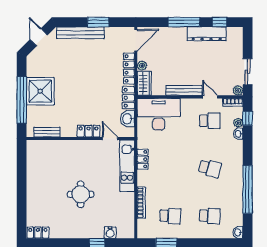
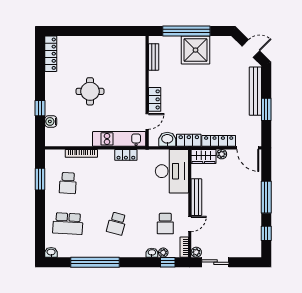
dresser: (207, 34) -> (254, 220), removed
school desk: (210, 216) -> (68, 224), width x1.85
locker: (38, 233) -> (51, 54), width x1.53

